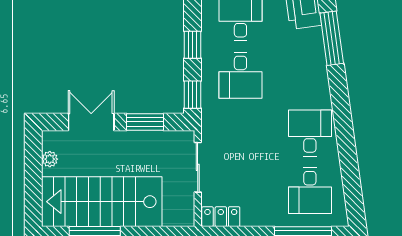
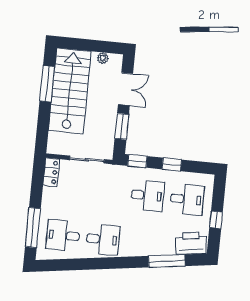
desk: (240, 75) -> (147, 195), turned 180

